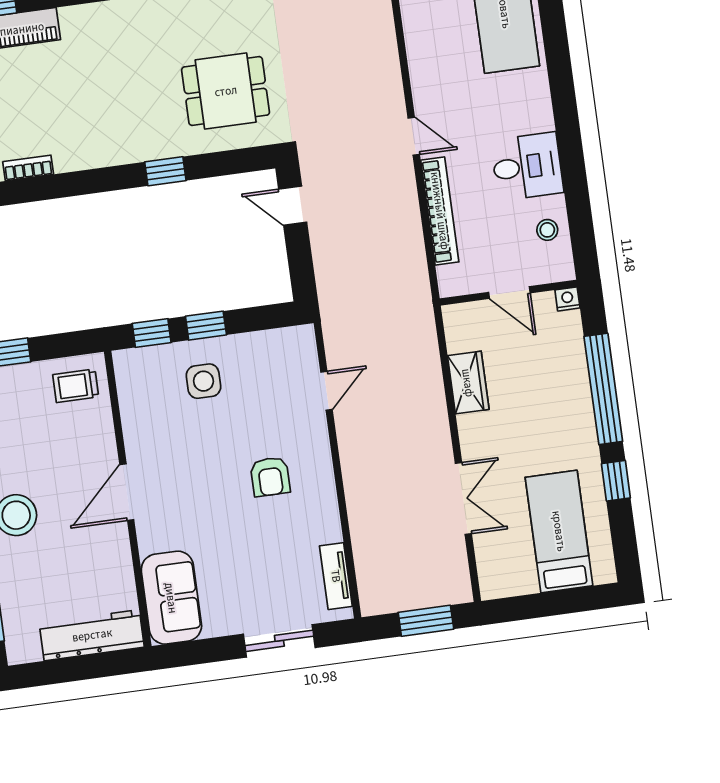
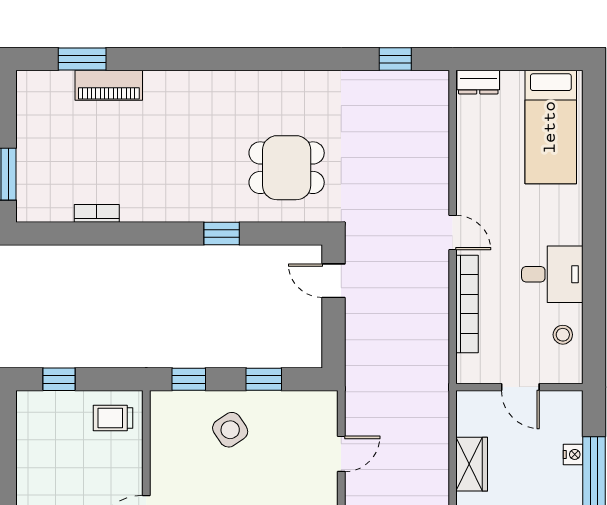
nightstand: (567, 299) -> (573, 454), moved, turned 90
window: (206, 326) -> (264, 379), moved
side table: (203, 381) -> (230, 430), turned -34

